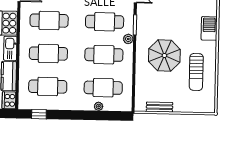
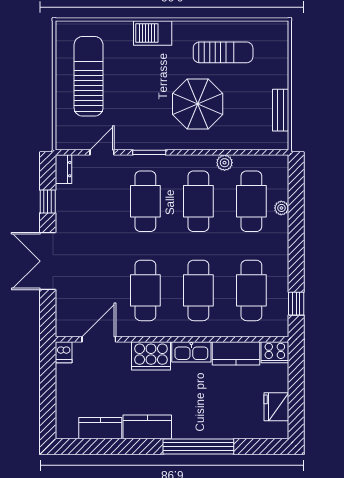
plant: (128, 39) -> (225, 163), moved

